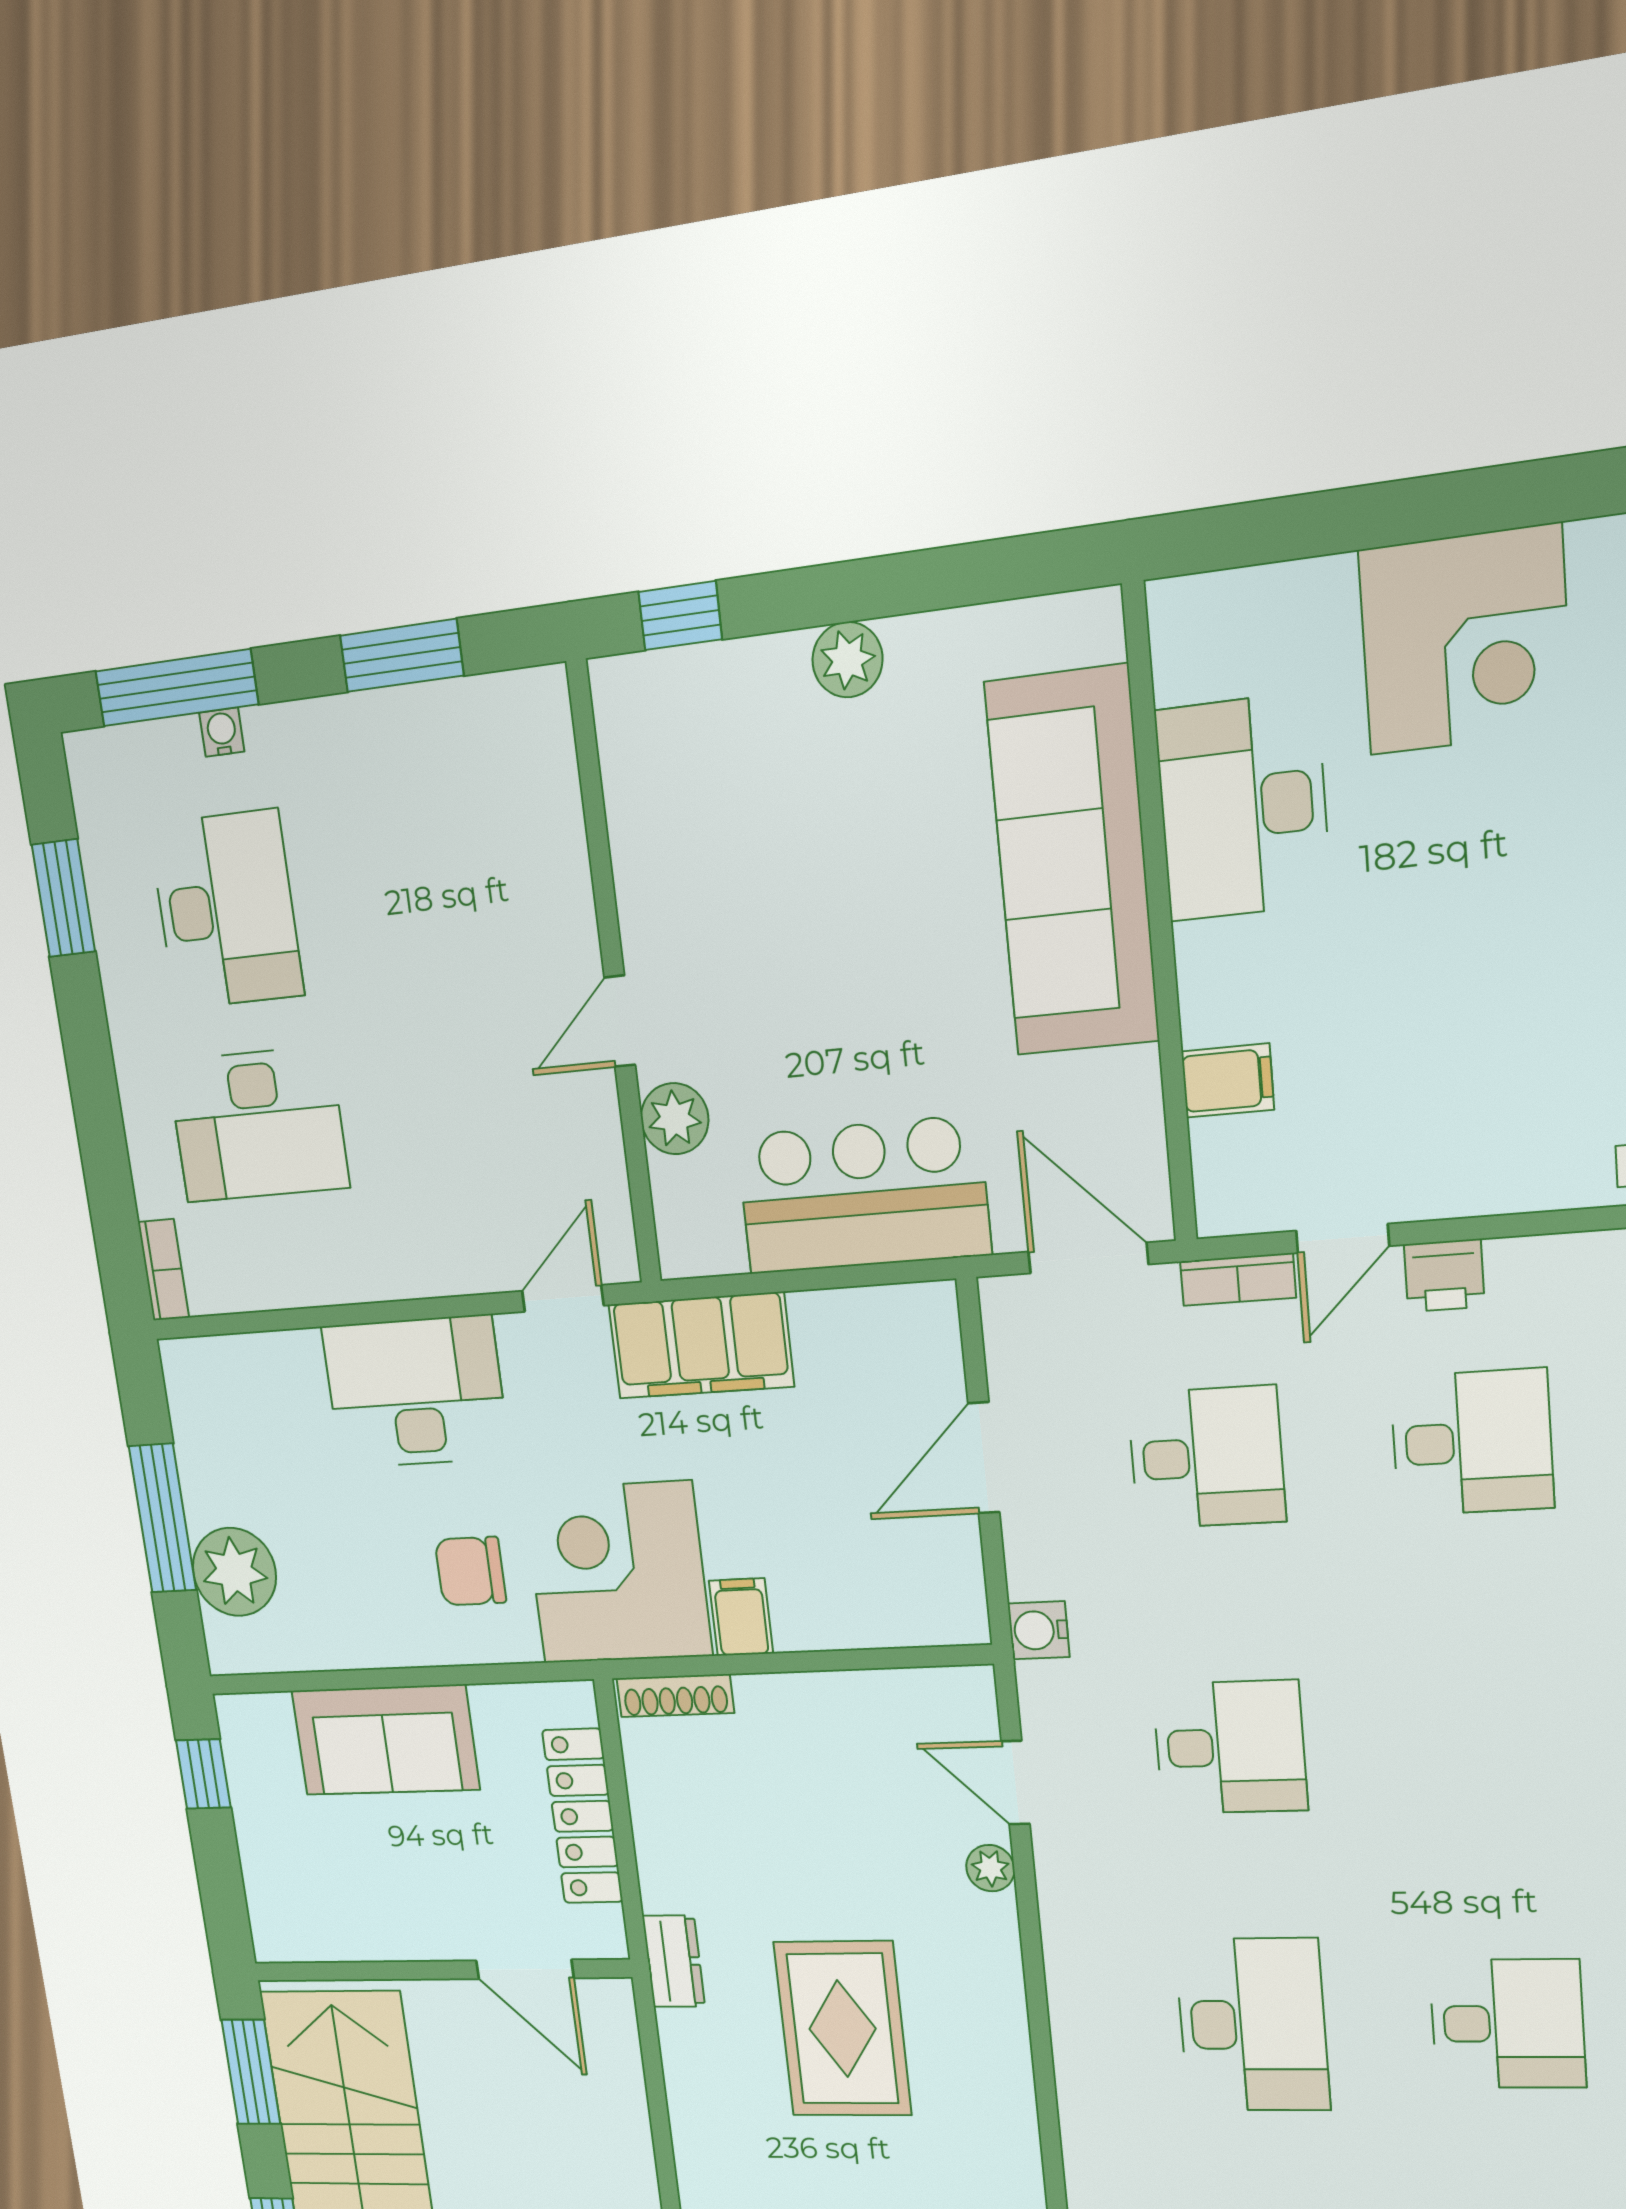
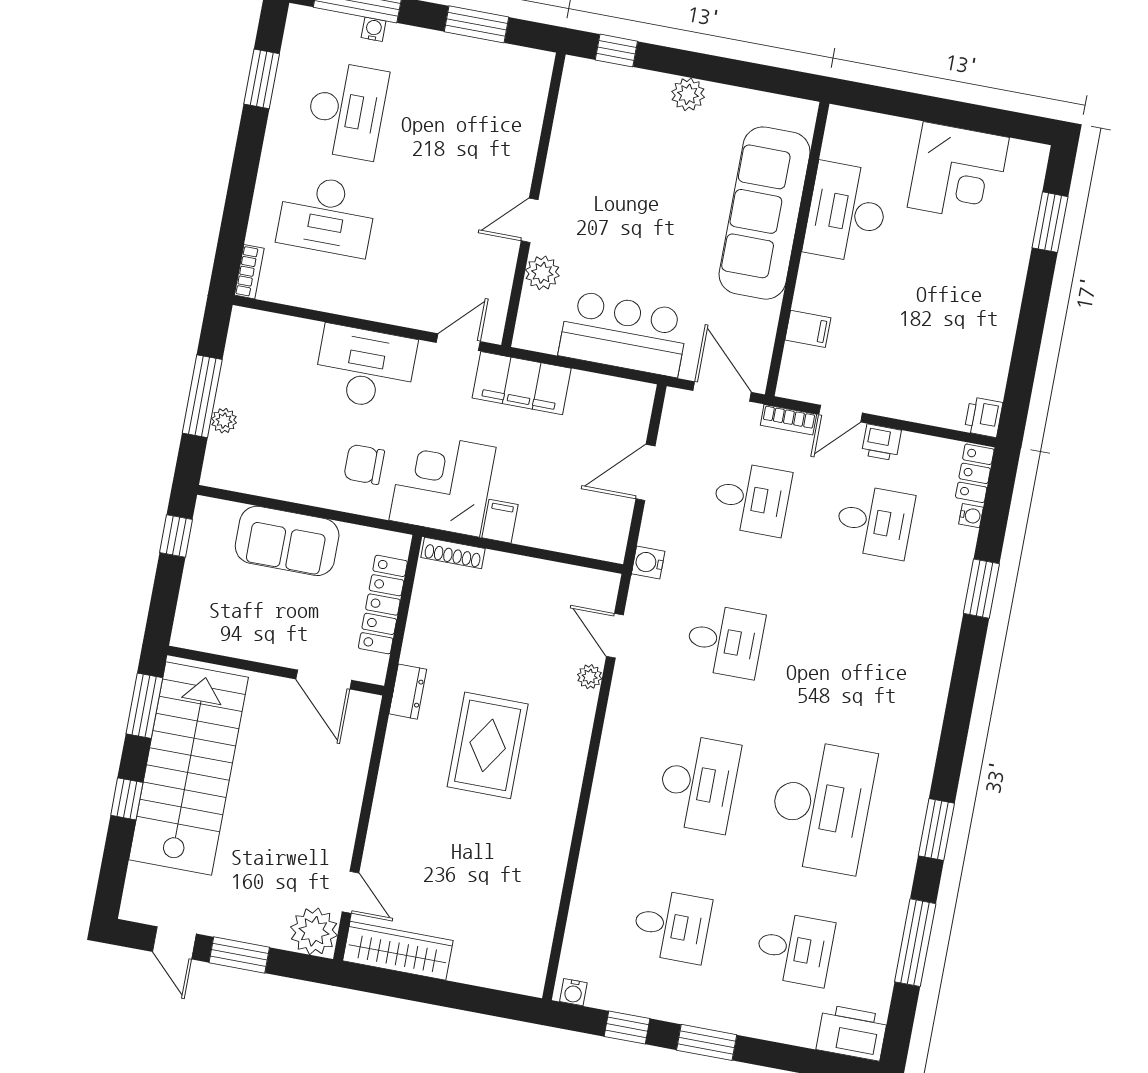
plant: (234, 1572) -> (224, 421), width x0.53, depth x0.53
desk: (1507, 2024) -> (821, 806), width x1.87, depth x1.30

